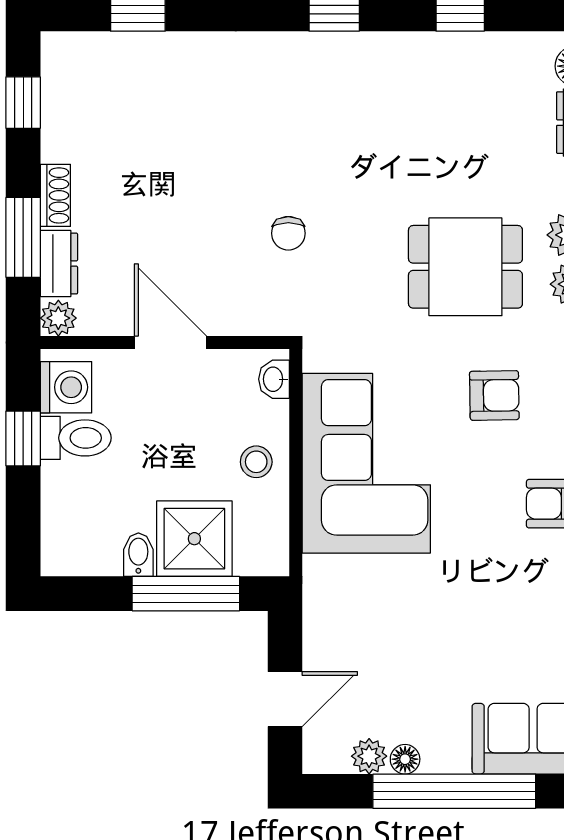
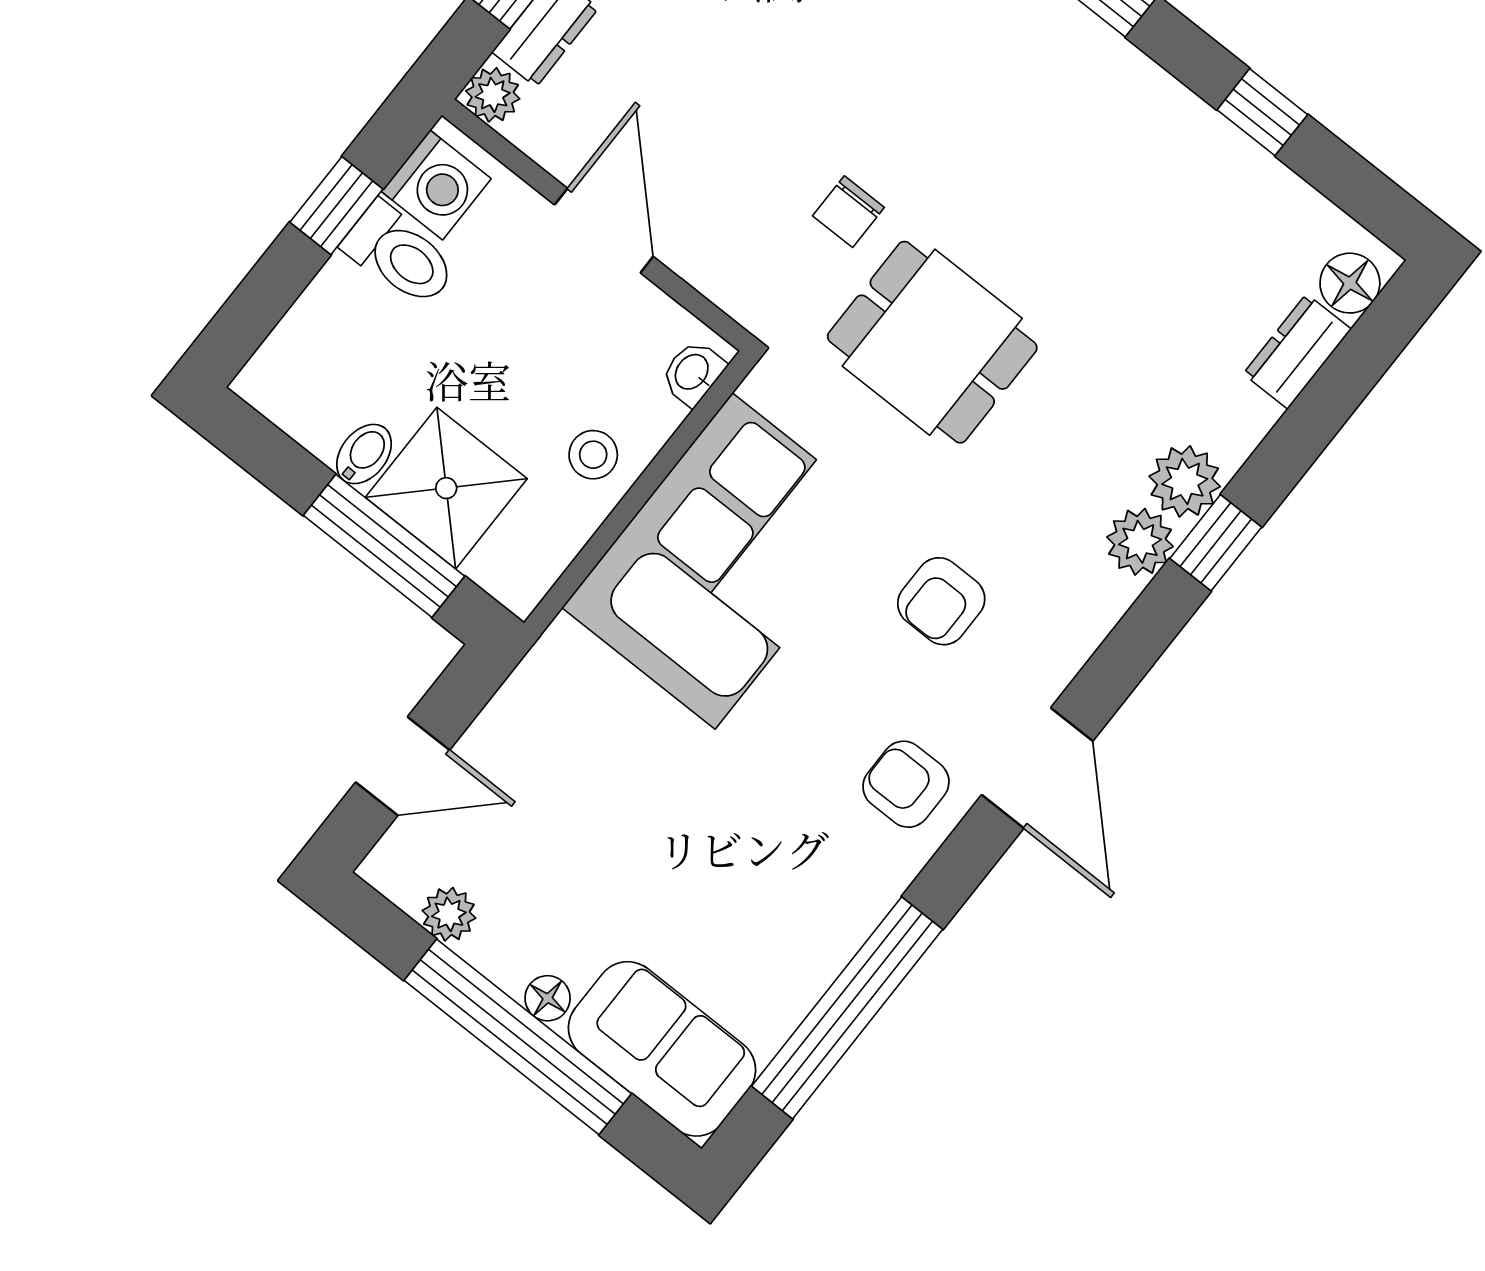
dining table: (465, 267) -> (932, 342), moved
armchair: (494, 395) -> (941, 601), turned 91
floor lamp: (405, 759) -> (548, 998), moved

